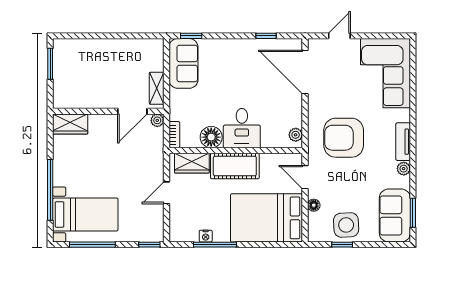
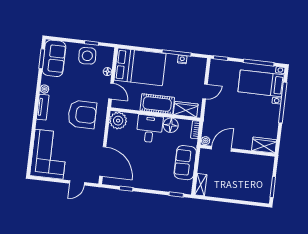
sofa: (183, 63) -> (185, 163), moved
shelving: (157, 88) -> (201, 185), moved
plant: (296, 135) -> (118, 121), width x1.88, depth x1.88

